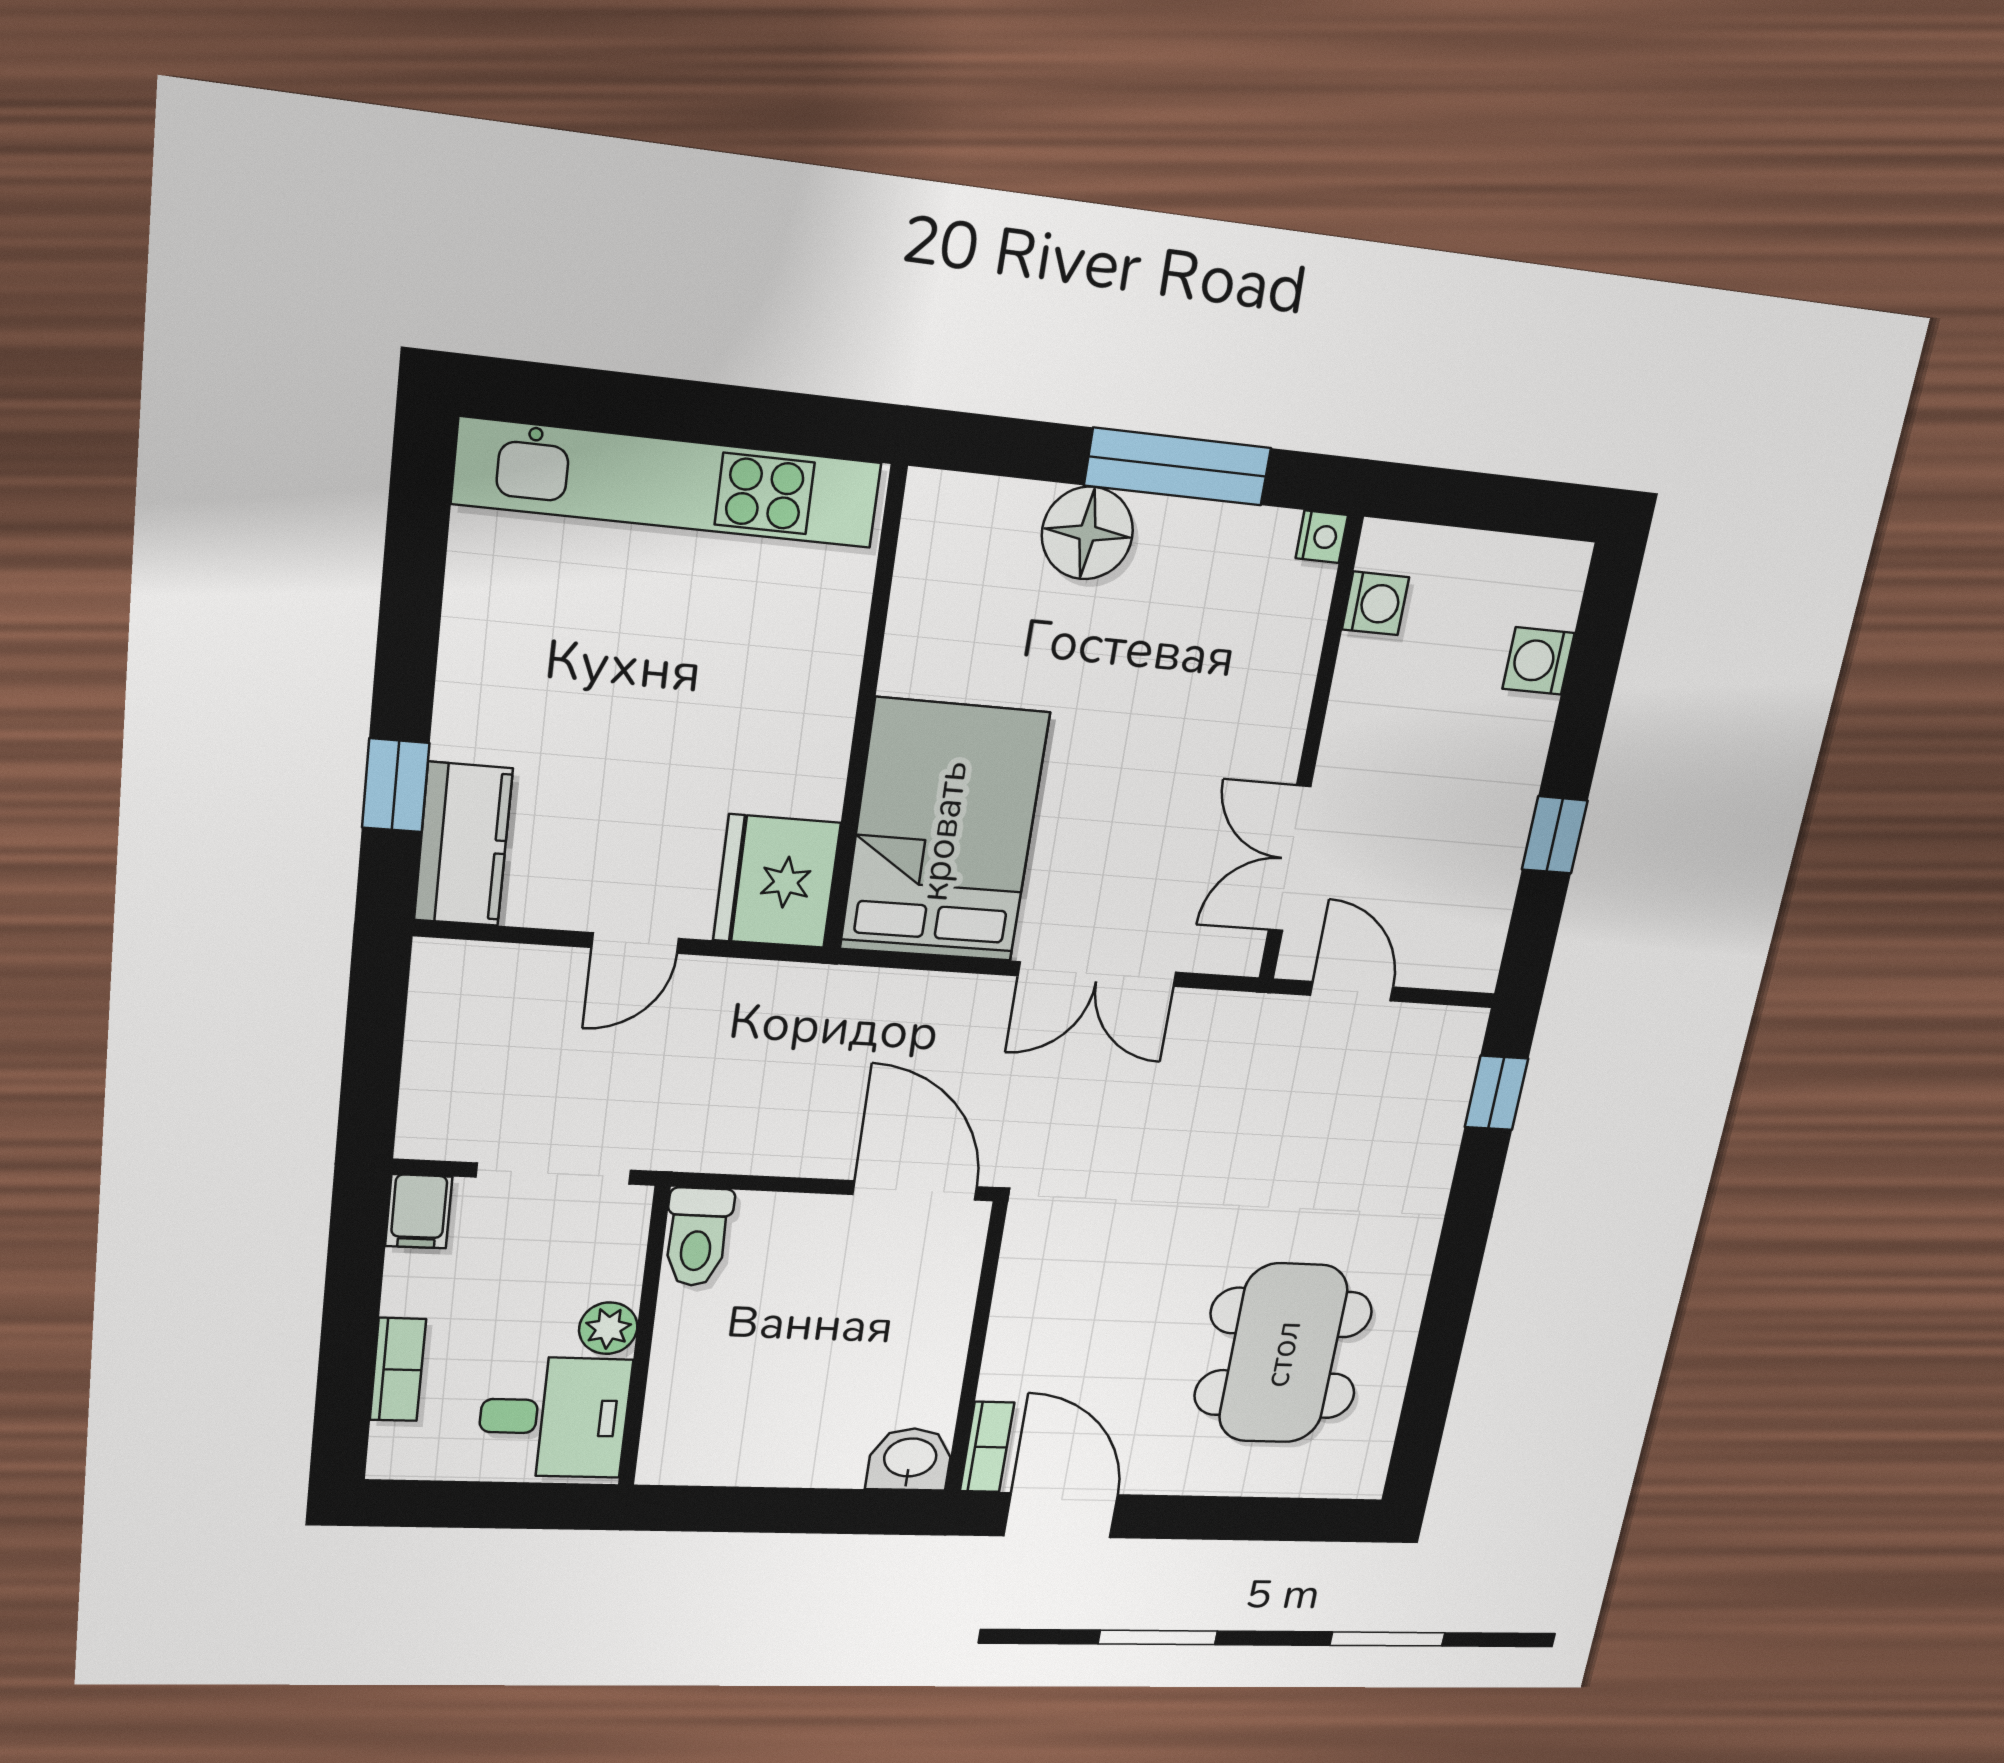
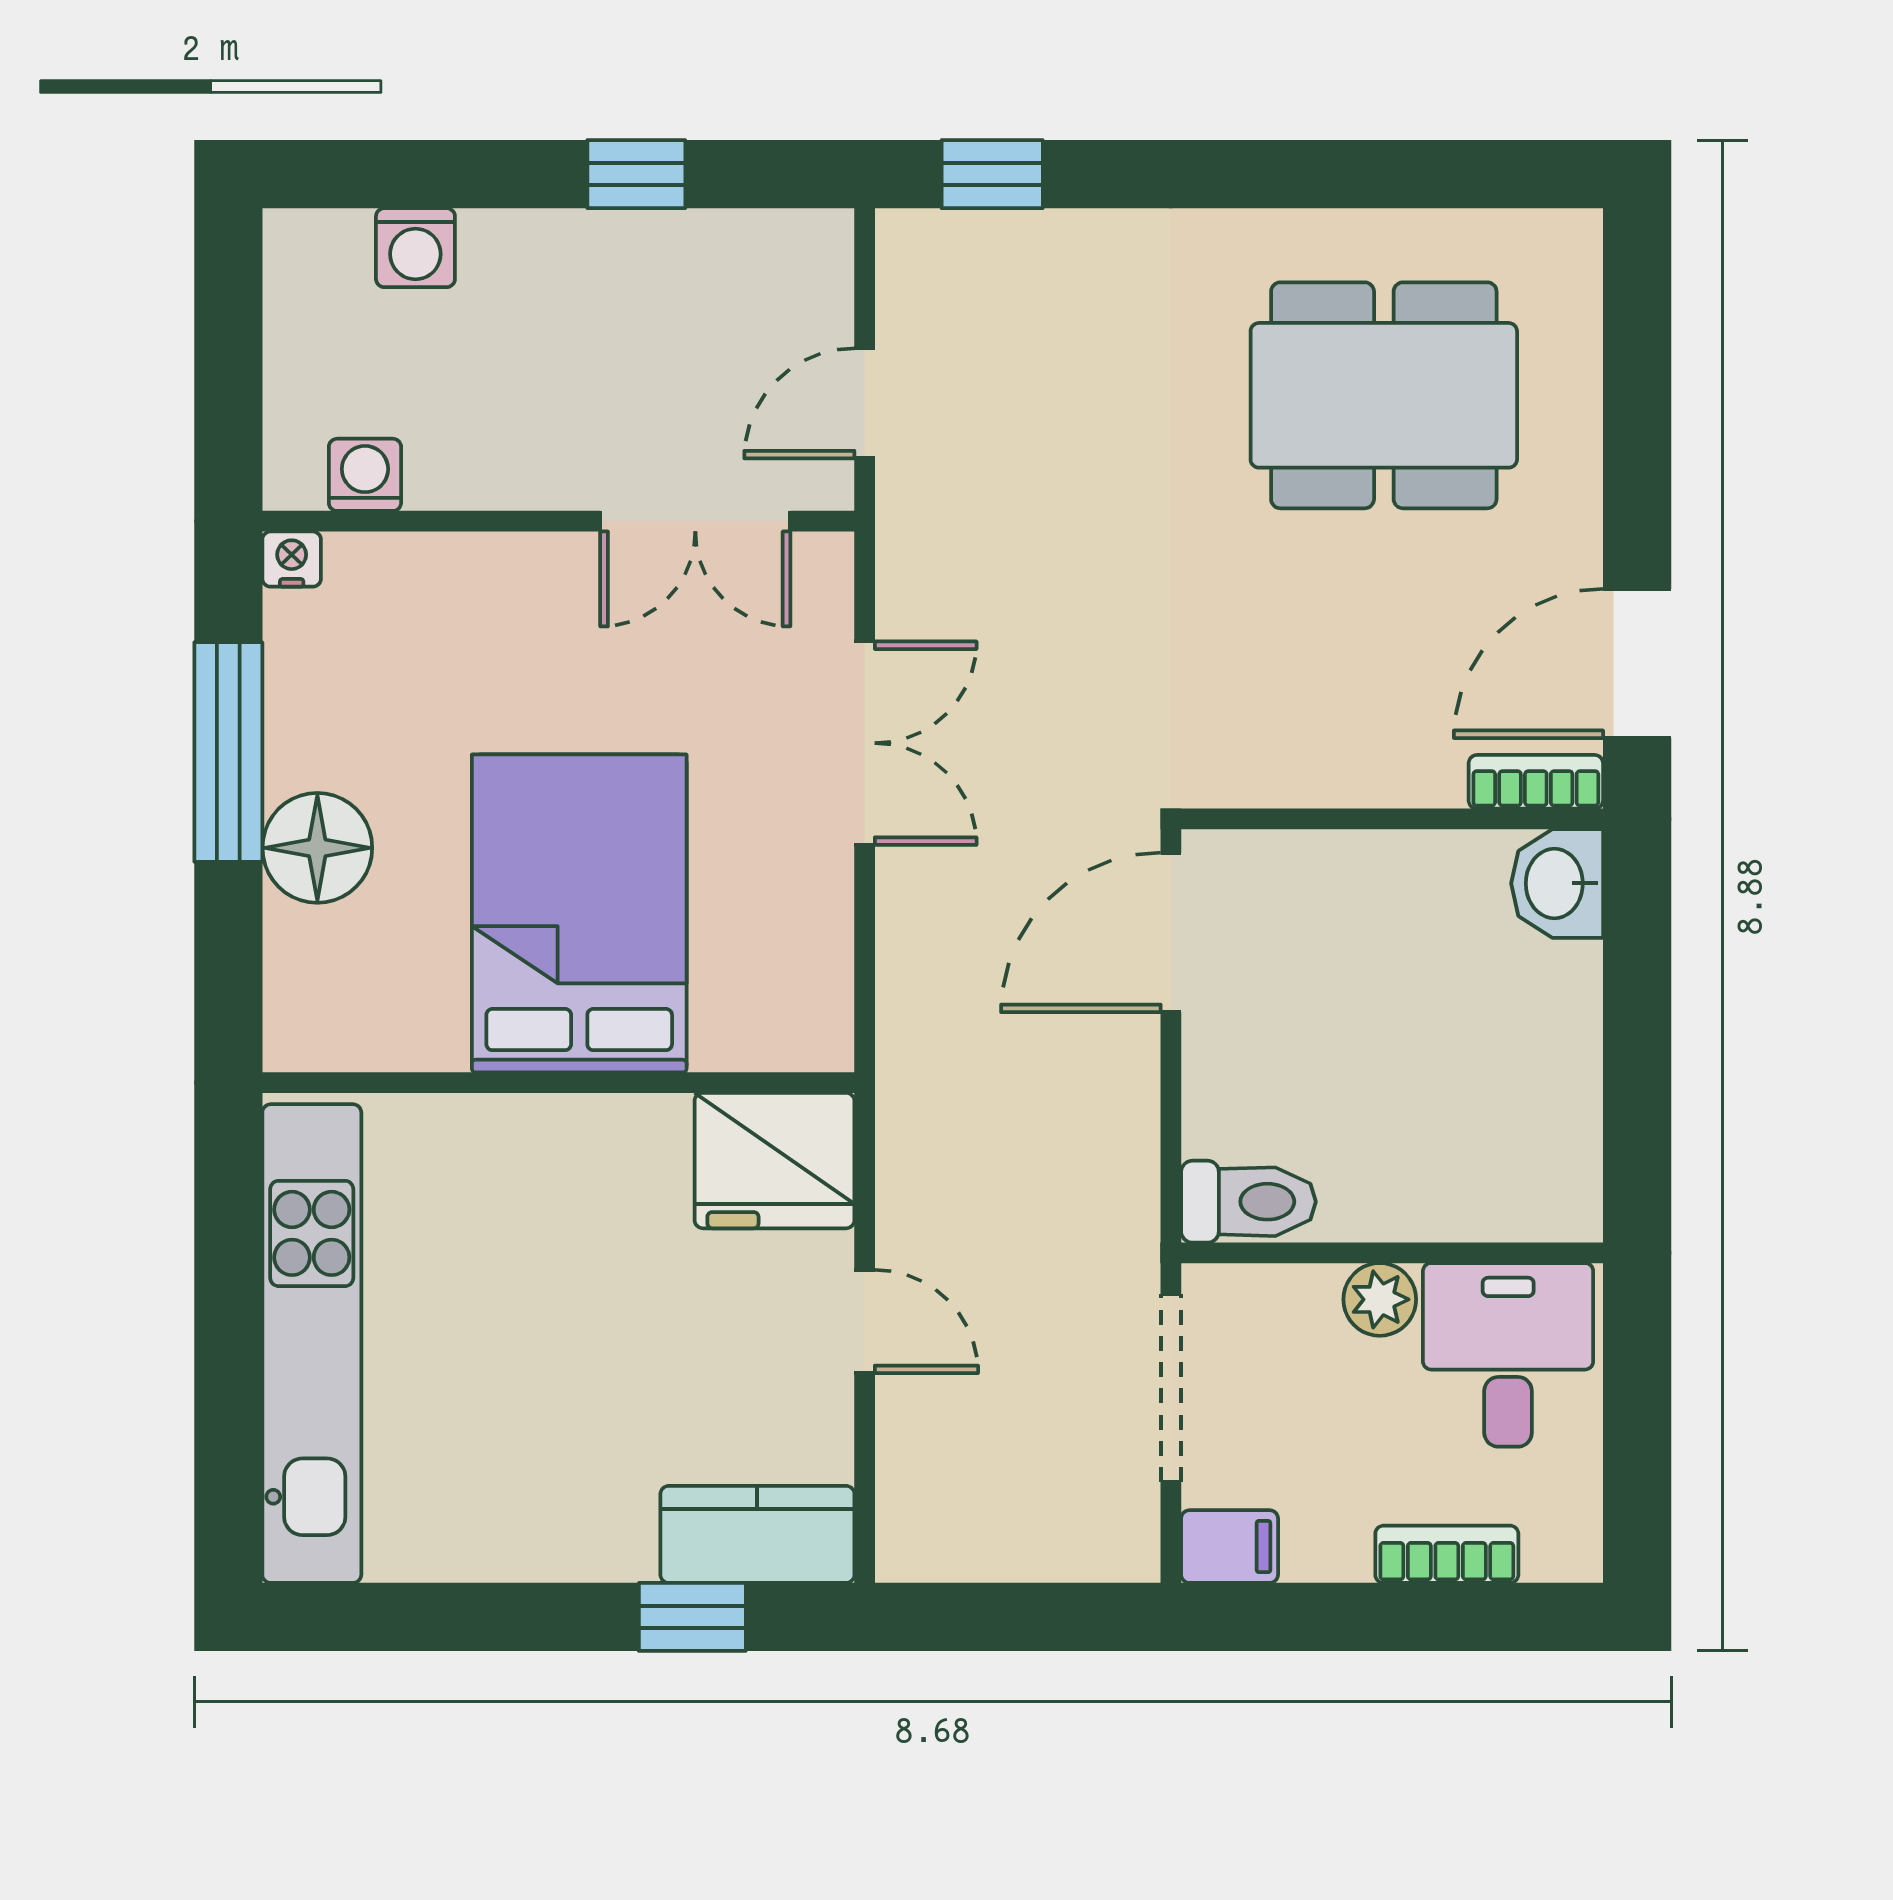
bed: (944, 831) -> (579, 913), moved, turned 90

